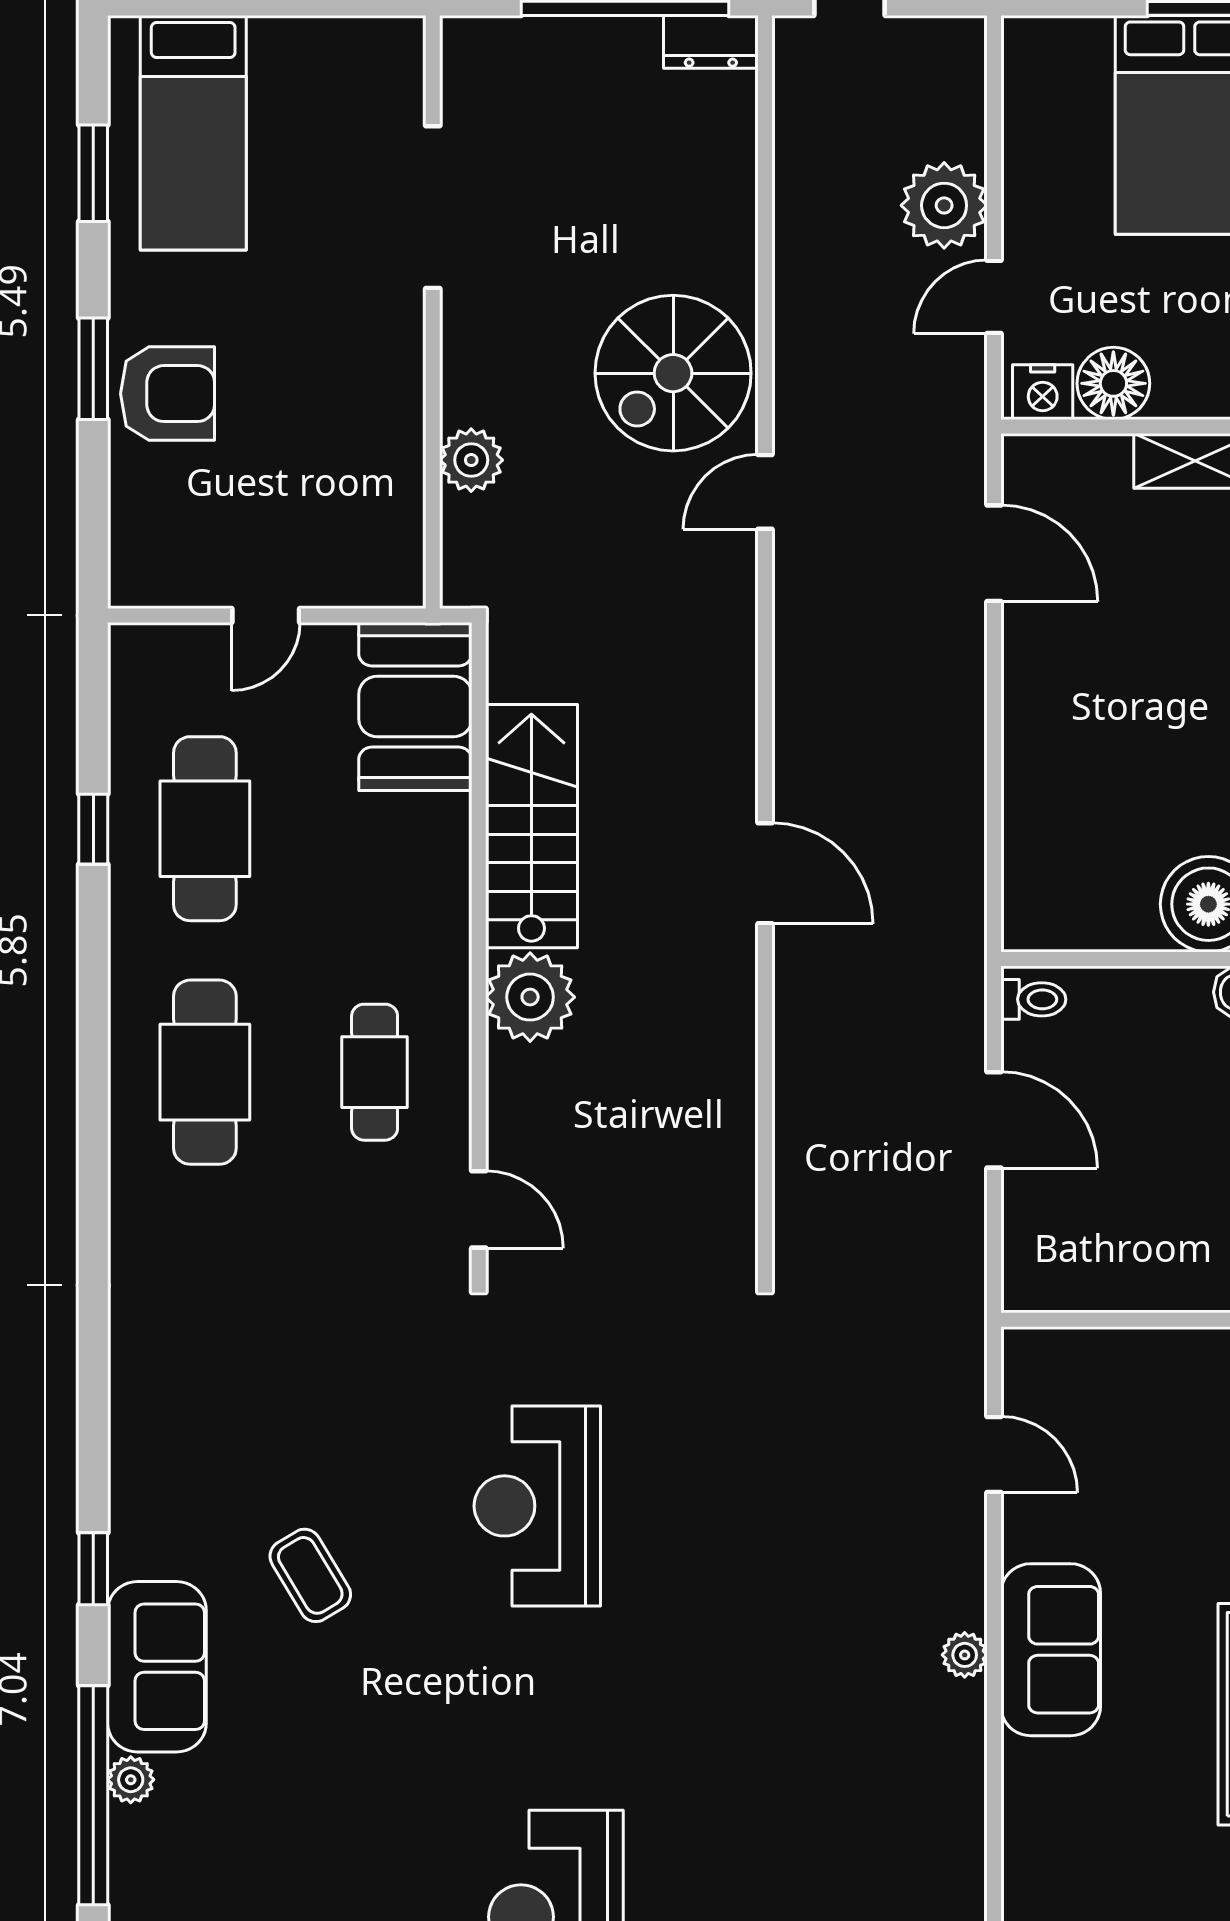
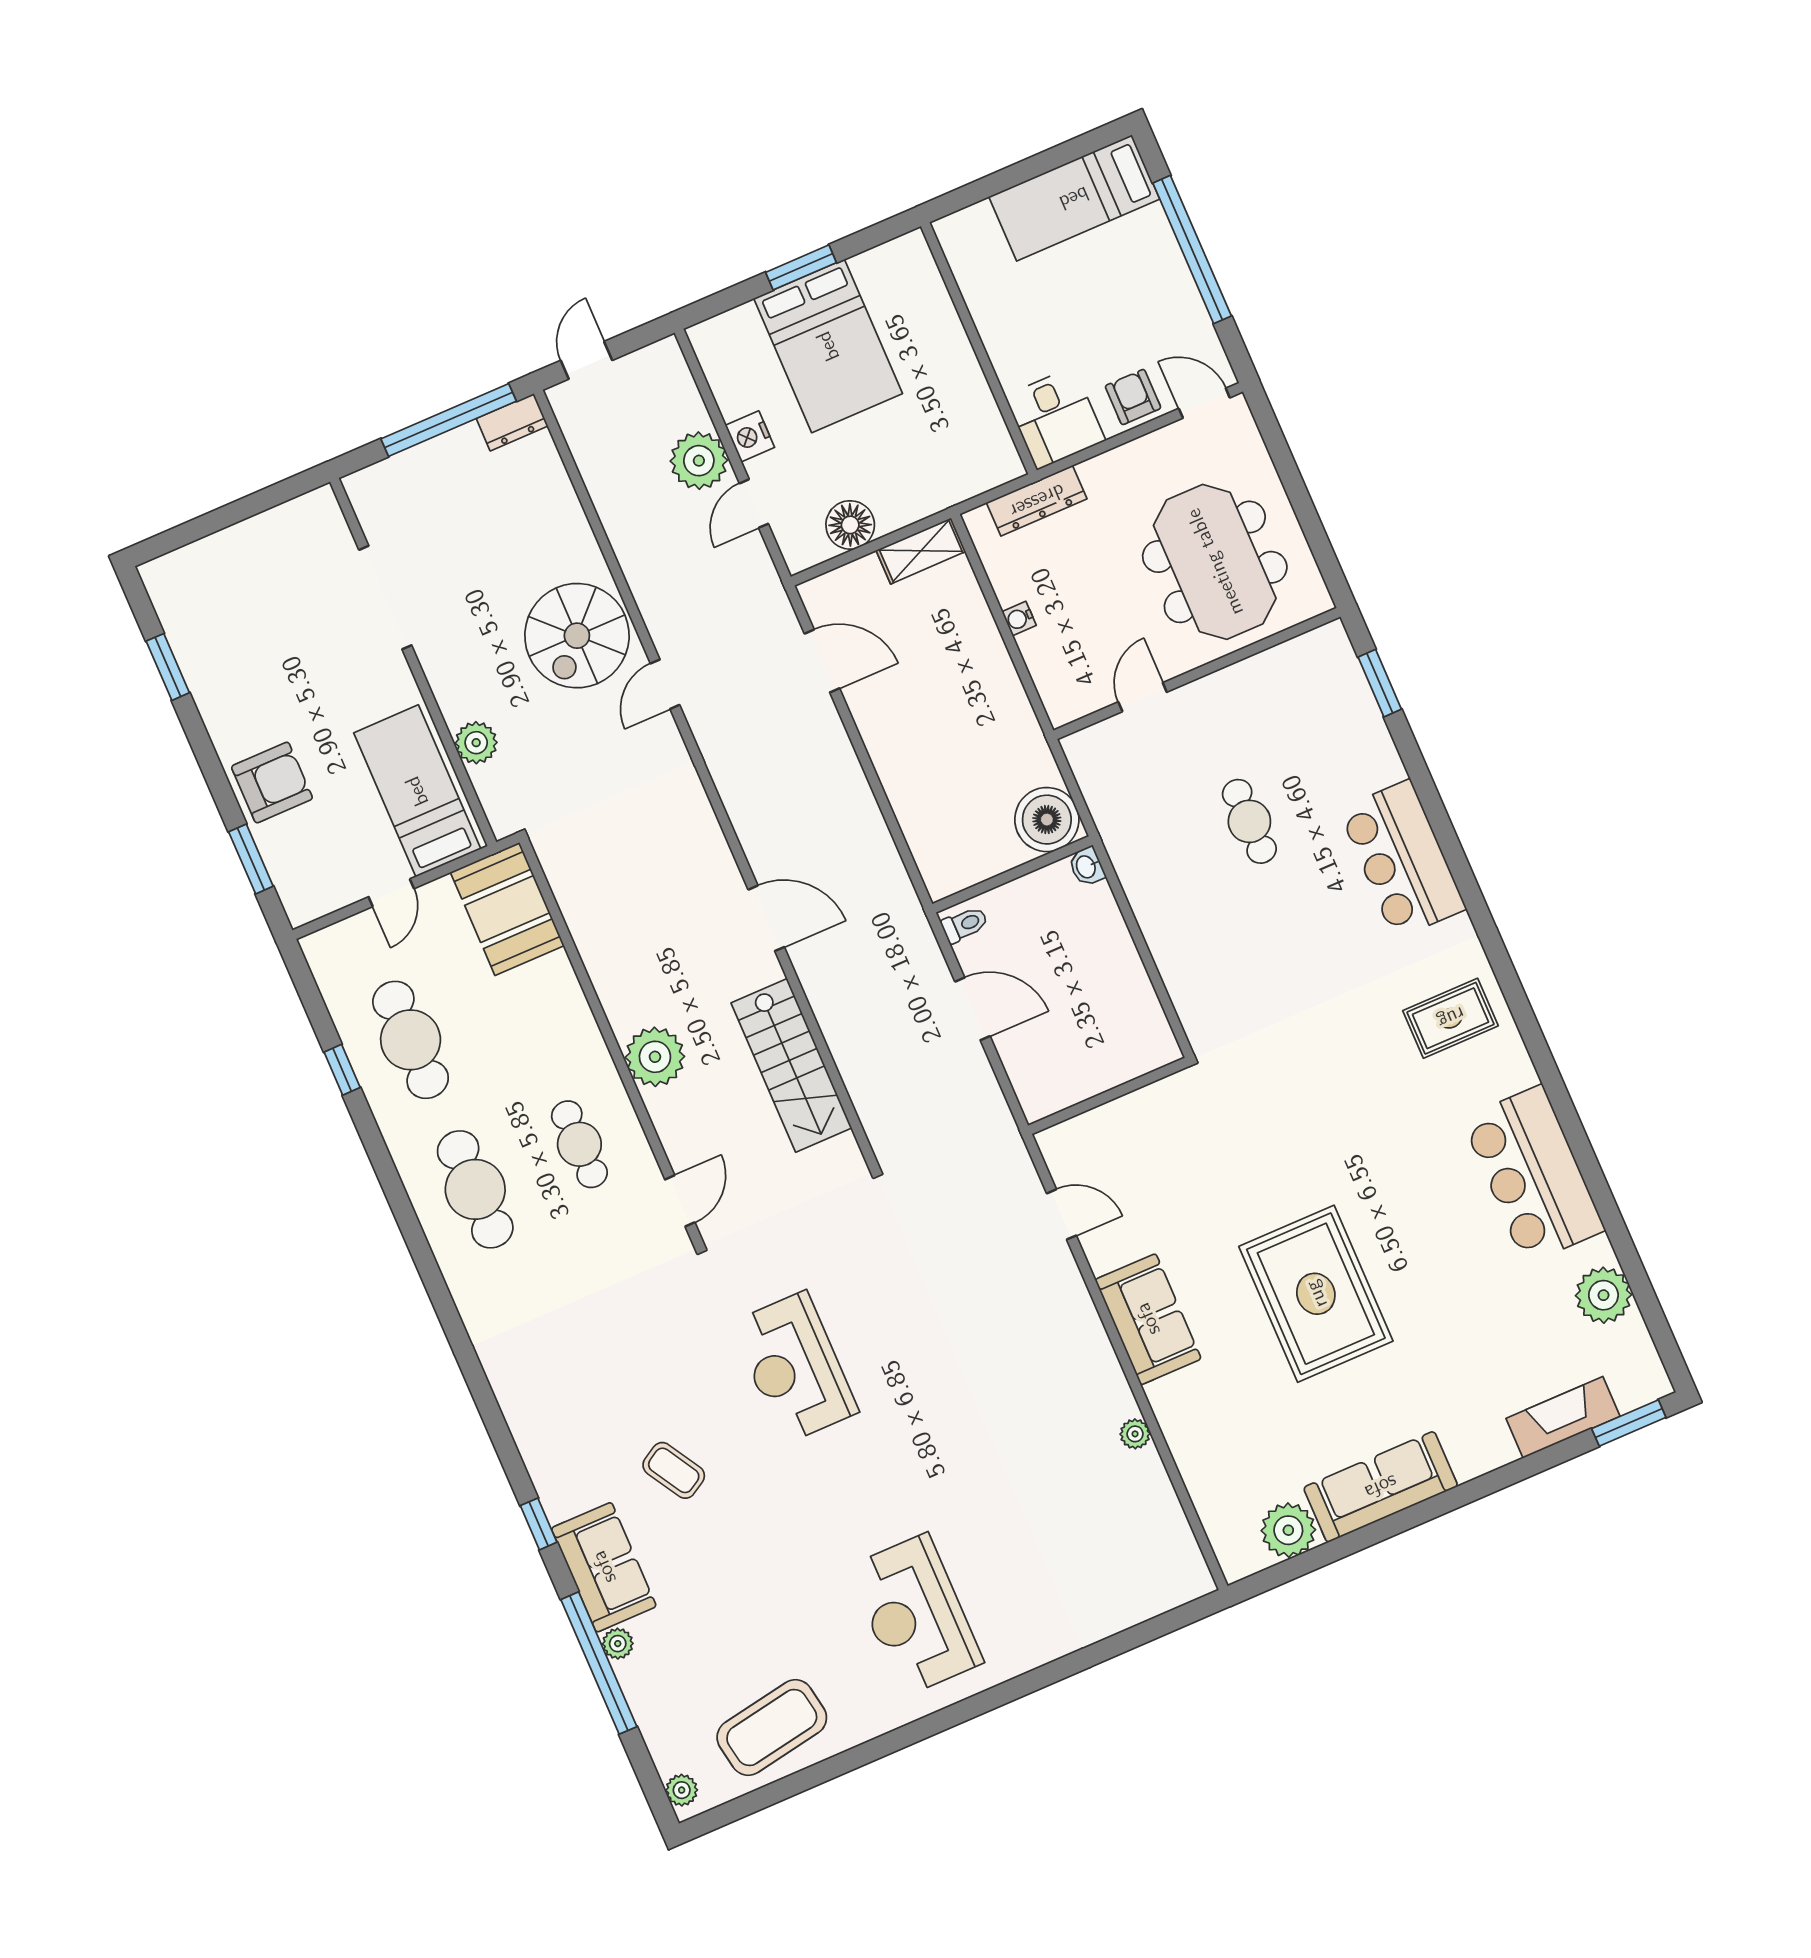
bed: (193, 133) -> (417, 791), moved, turned 180
window: (93, 369) -> (251, 859), moved
nightstand: (1043, 392) -> (750, 436), moved, turned 90
stairs: (531, 826) -> (791, 1065), moved, turned 180
door: (479, 1209) -> (680, 1201), hinge flipped
plant: (965, 1655) -> (1135, 1434), moved

